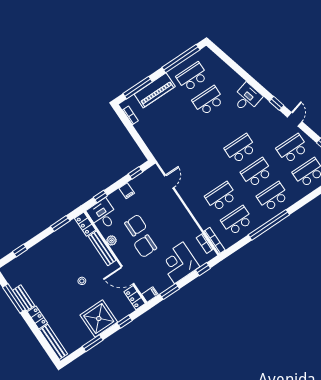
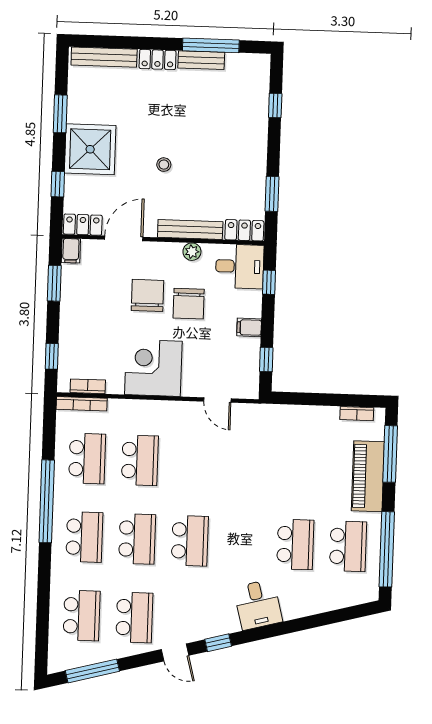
corner desk: (179, 263) -> (153, 368), moved, turned -90

